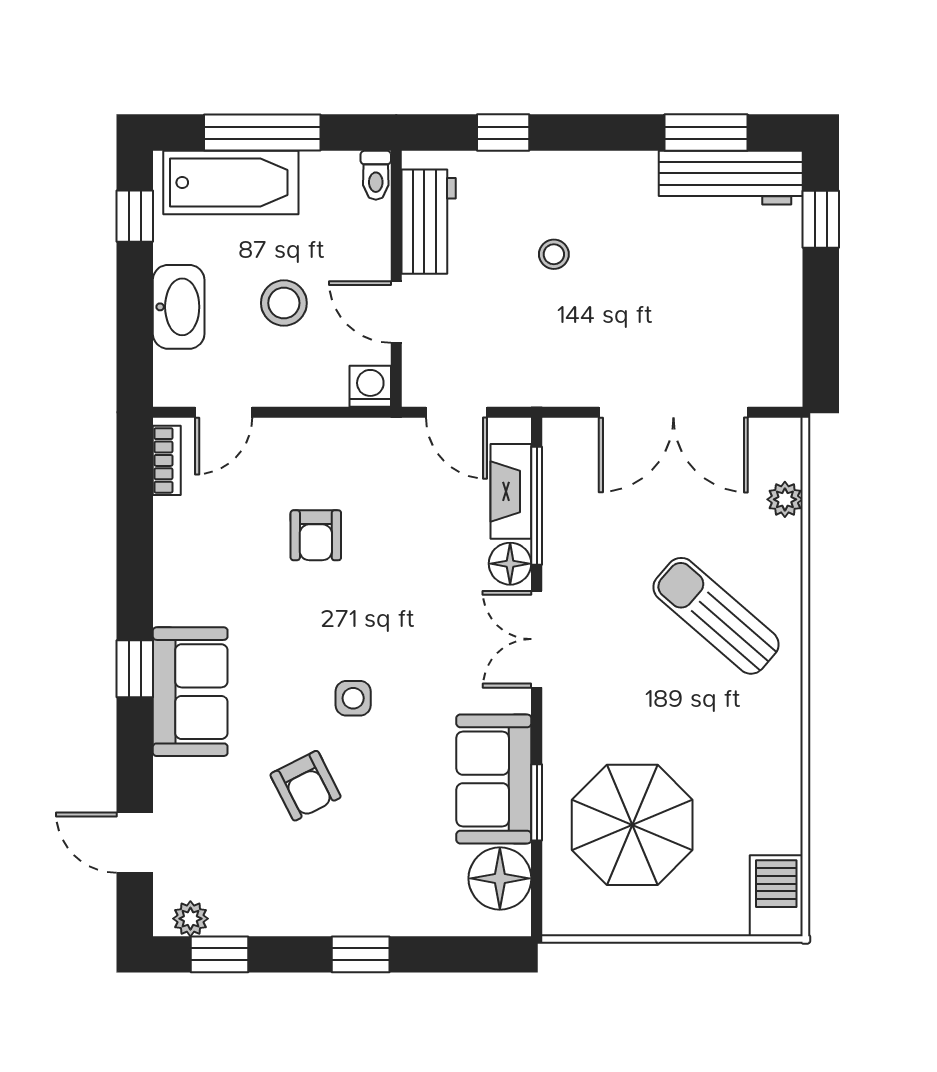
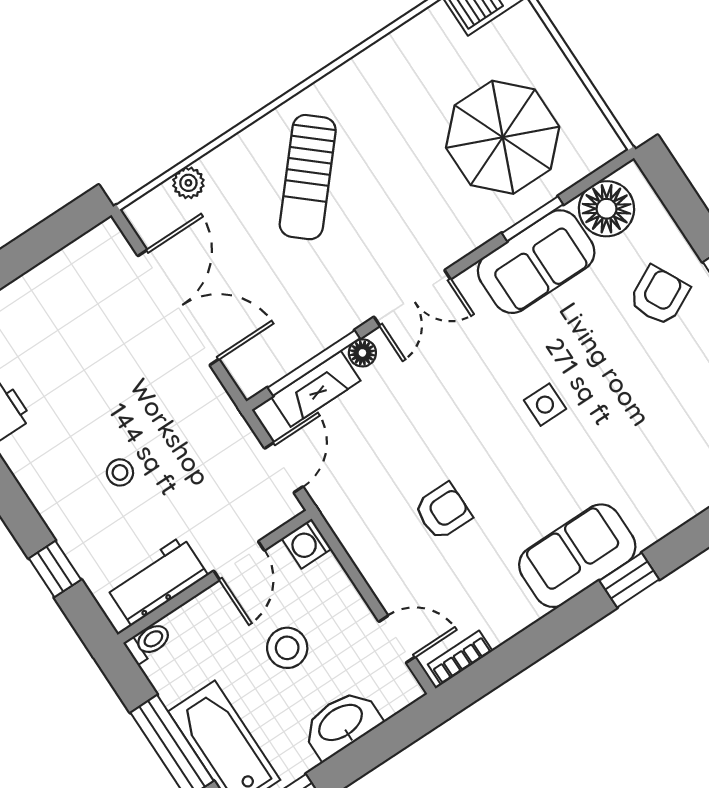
floor lamp: (510, 564) -> (362, 353), width x0.73, depth x0.73
sofa: (190, 692) -> (577, 556), moved
armchair: (306, 786) -> (659, 296), moved

